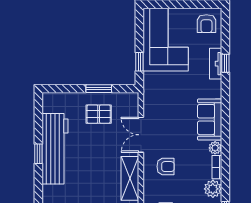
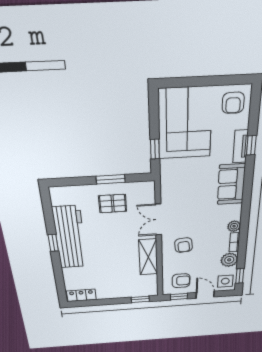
sofa: (210, 120) -> (231, 184), moved
armchair: (165, 167) -> (184, 245), turned 85

